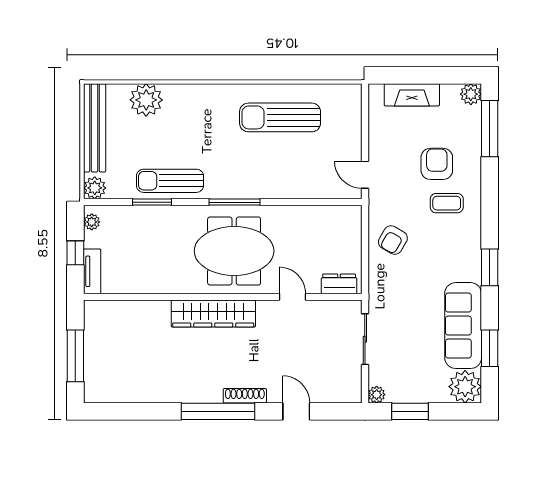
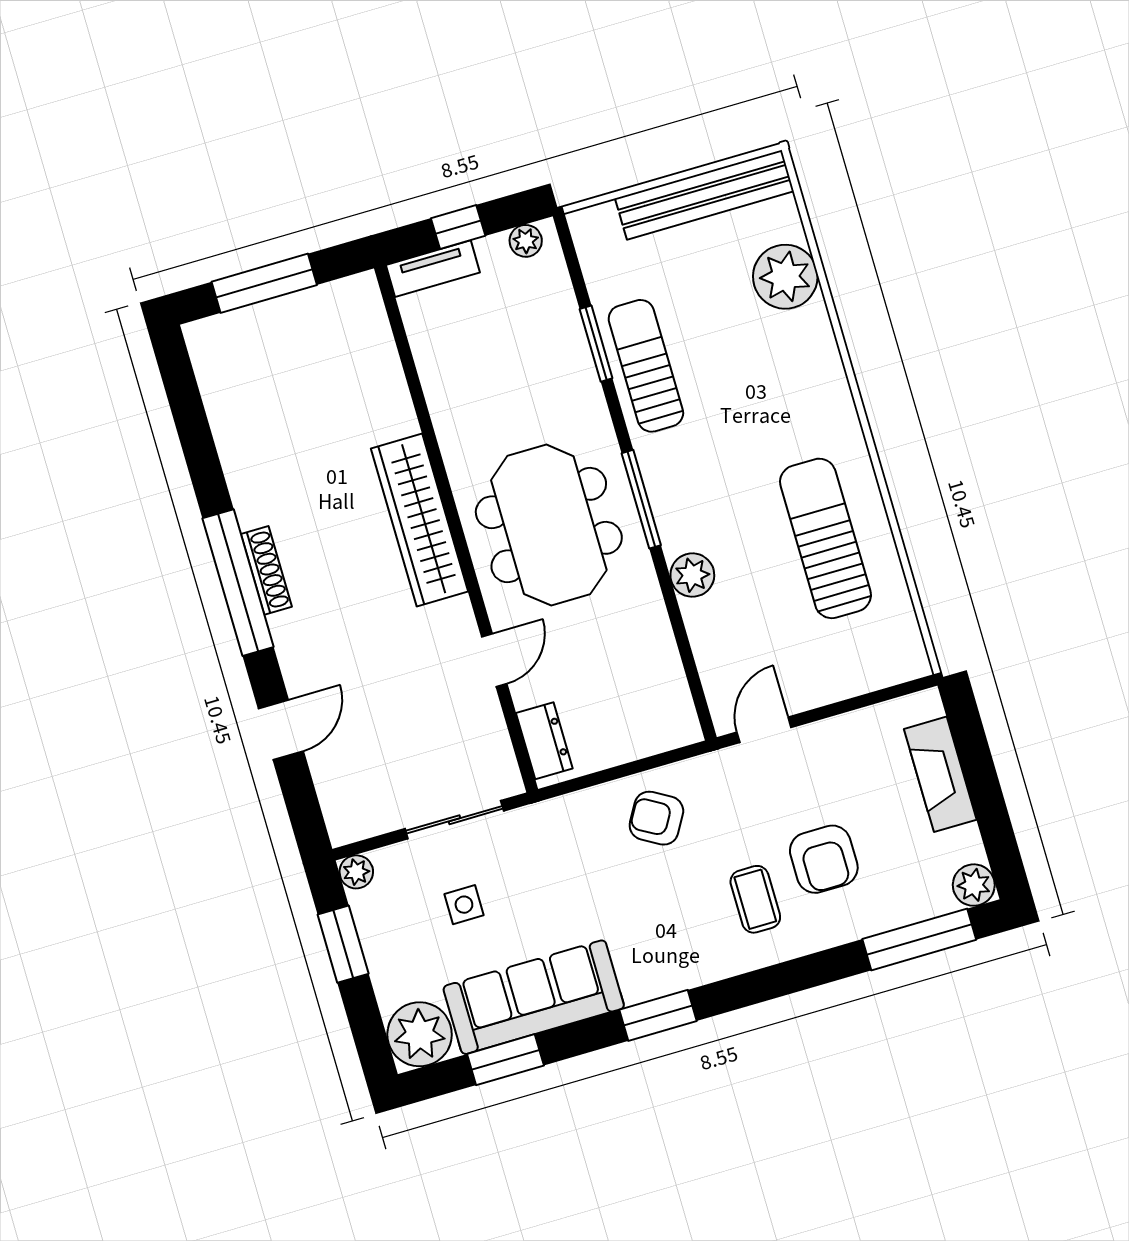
armchair: (437, 164) -> (824, 859), turned 90
plant: (95, 188) -> (692, 575), moved
side table: (408, 346) -> (464, 905), added
shoe rack: (245, 396) -> (266, 570), moved

